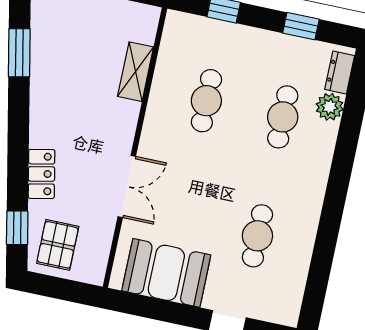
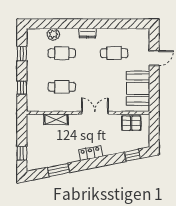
dresser: (340, 73) -> (87, 33), moved
locker: (42, 174) -> (90, 153), moved
double door: (127, 187) -> (95, 113), moved
pallet: (58, 245) -> (131, 123), moved

